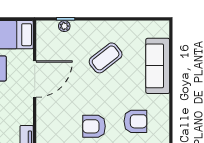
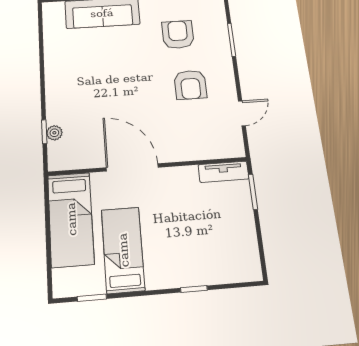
coffee table: (106, 58) -> (96, 76), removed

